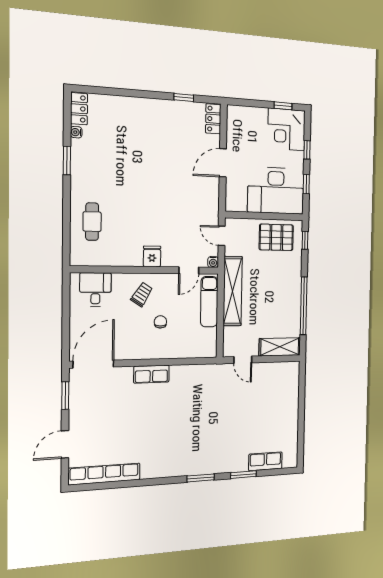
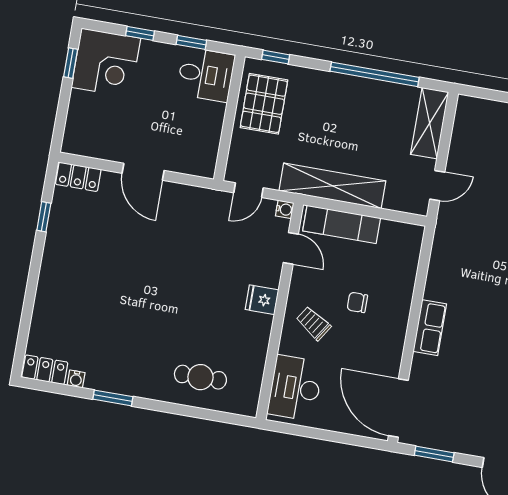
desk: (276, 191) -> (206, 75), width x0.53, depth x0.77
desk: (95, 290) -> (295, 388), width x1.37

